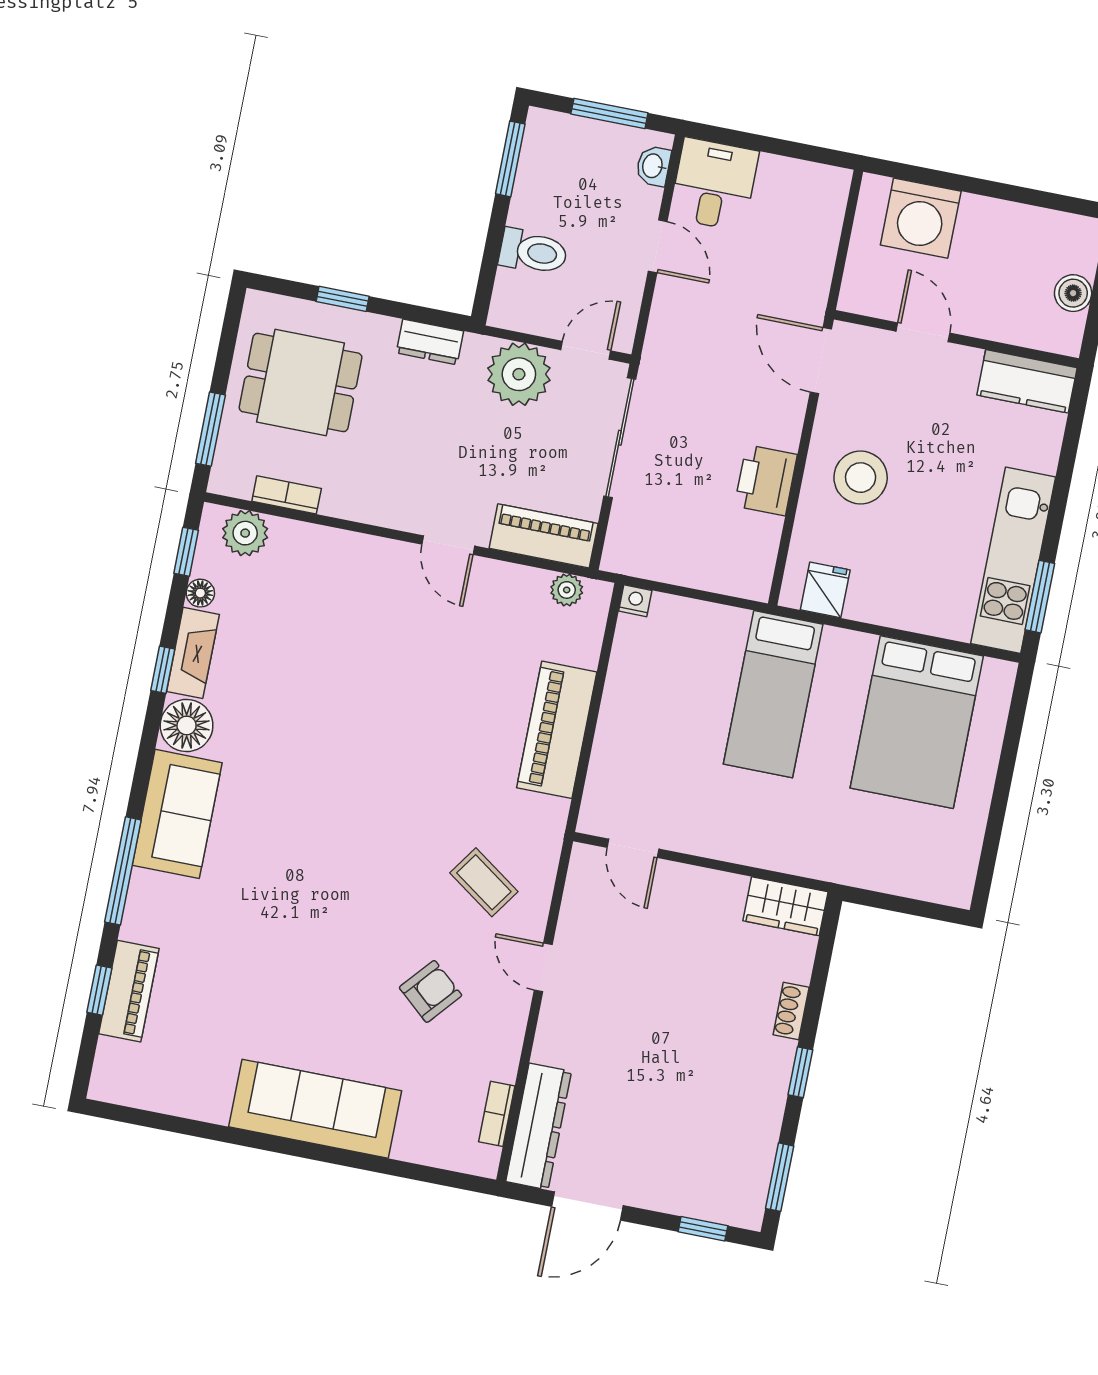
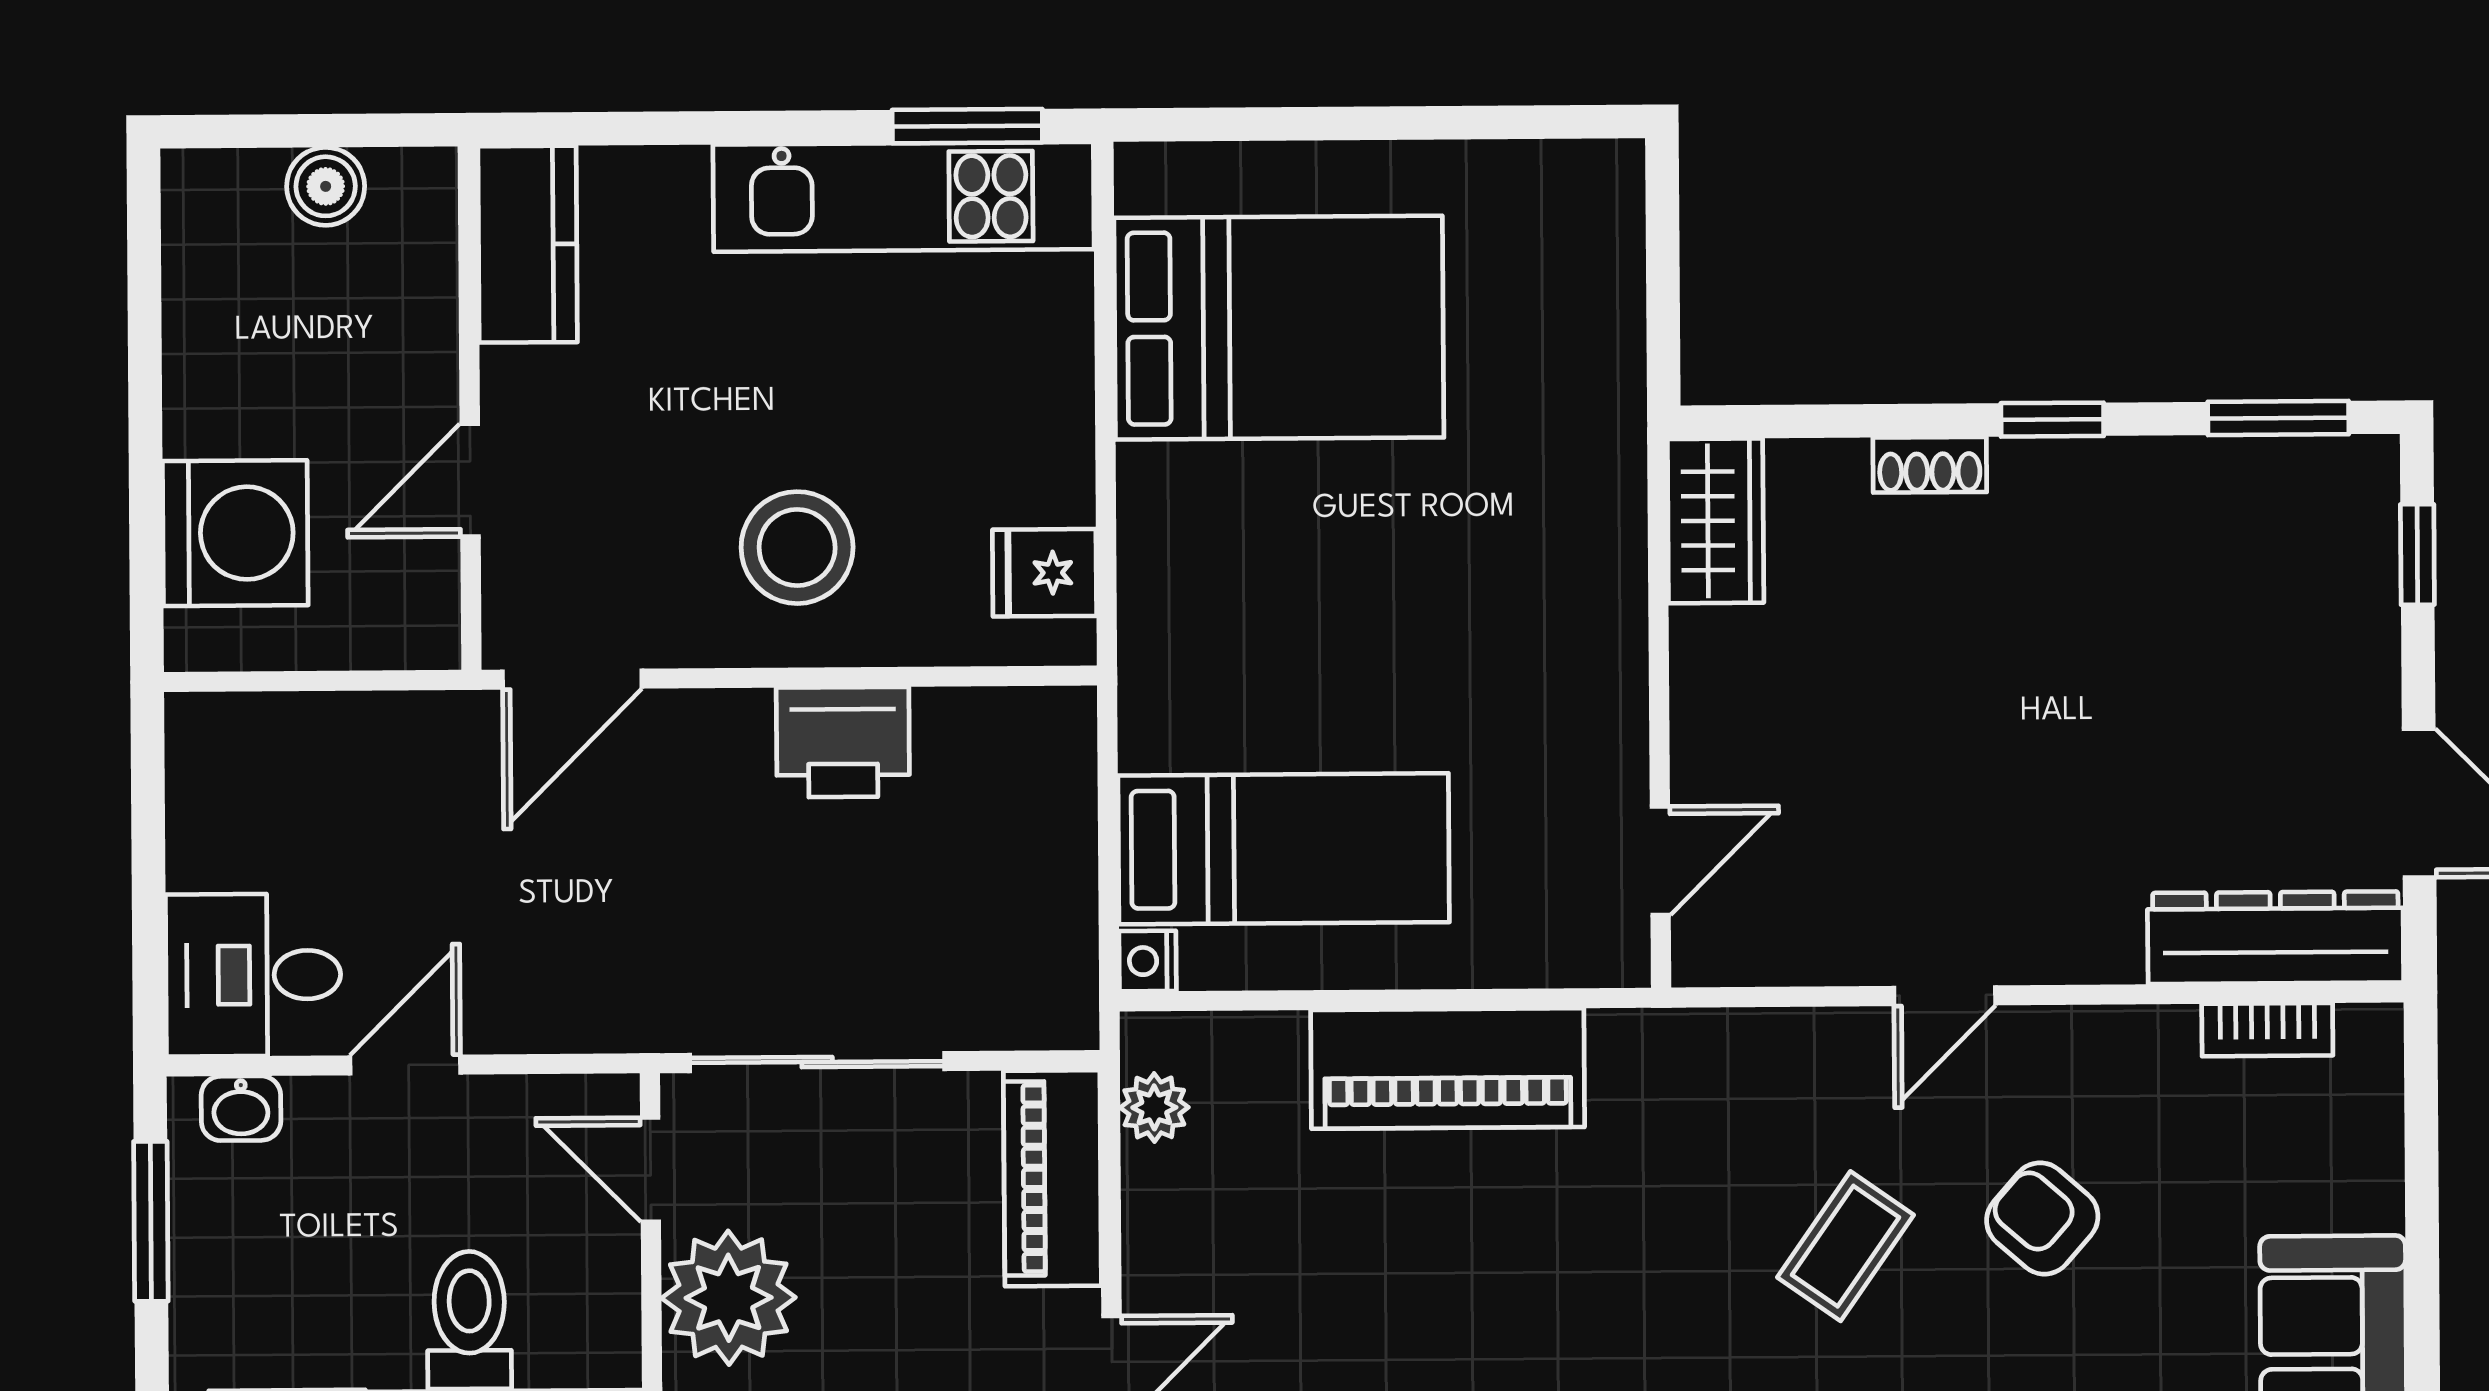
bed: (773, 694) -> (1284, 849), moved
coffee table: (484, 882) -> (1846, 1246), moved

